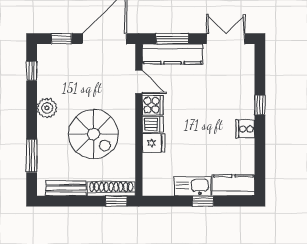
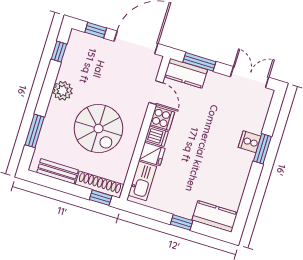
kitchen counter: (172, 54) -> (186, 73), width x0.67
window: (260, 105) -> (262, 149), width x1.50
cooker: (245, 129) -> (250, 142), moved
kitchen sink: (192, 186) -> (142, 181), moved, turned 90

